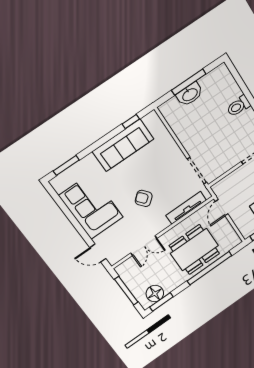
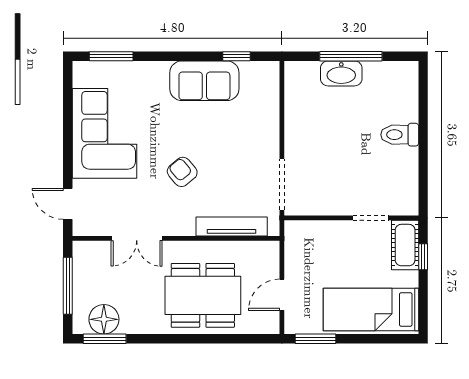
sofa: (123, 145) -> (204, 81), width x0.73
door: (222, 208) -> (282, 295), moved
window: (209, 268) -> (206, 339), removed

